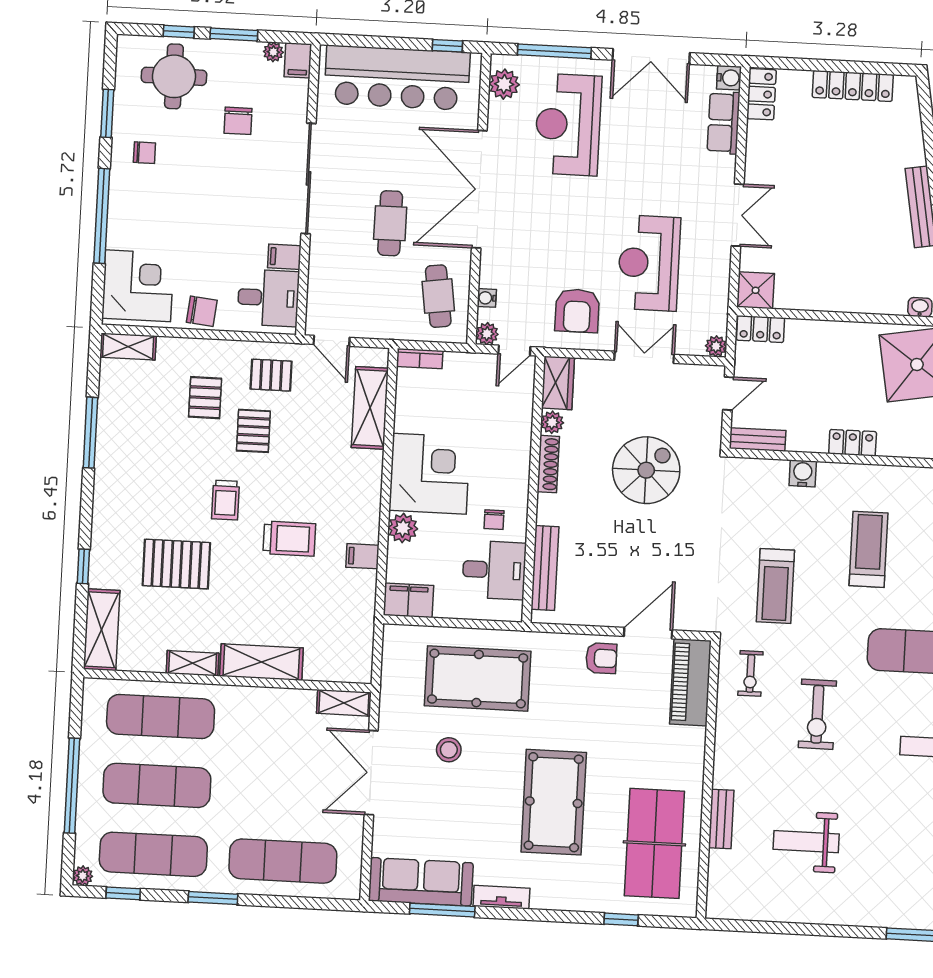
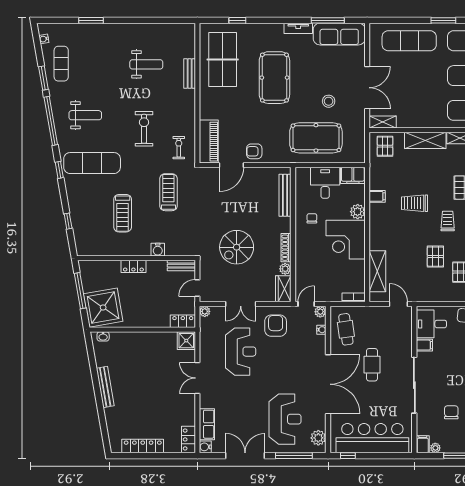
pallet: (271, 375) -> (385, 146), moved, turned 90
desk: (494, 570) -> (325, 183), moved, turned 90

